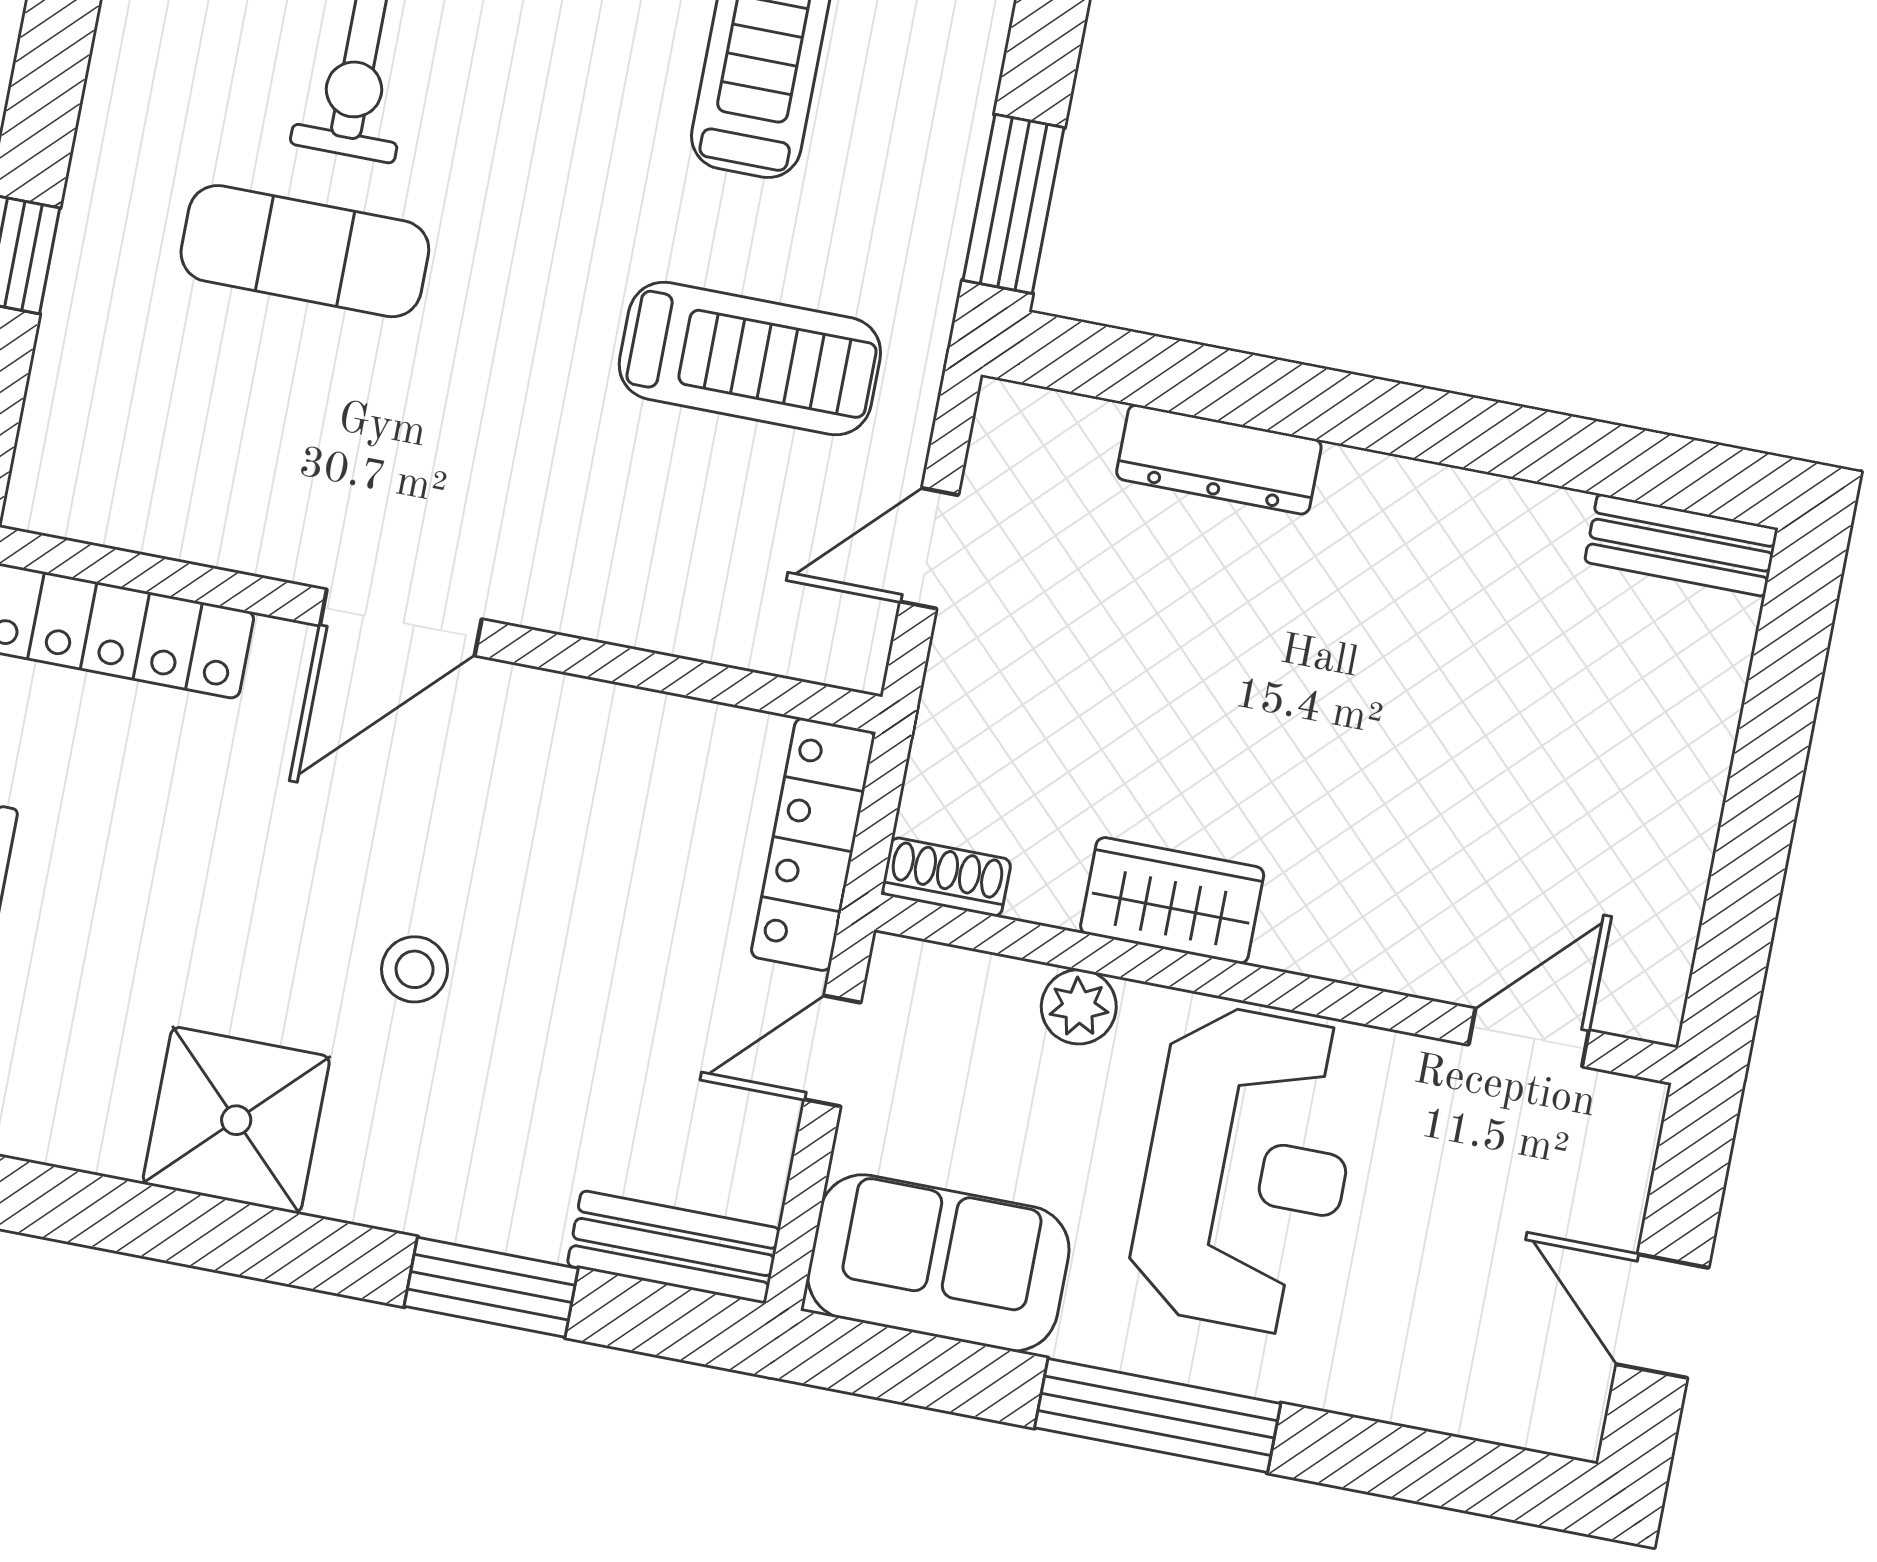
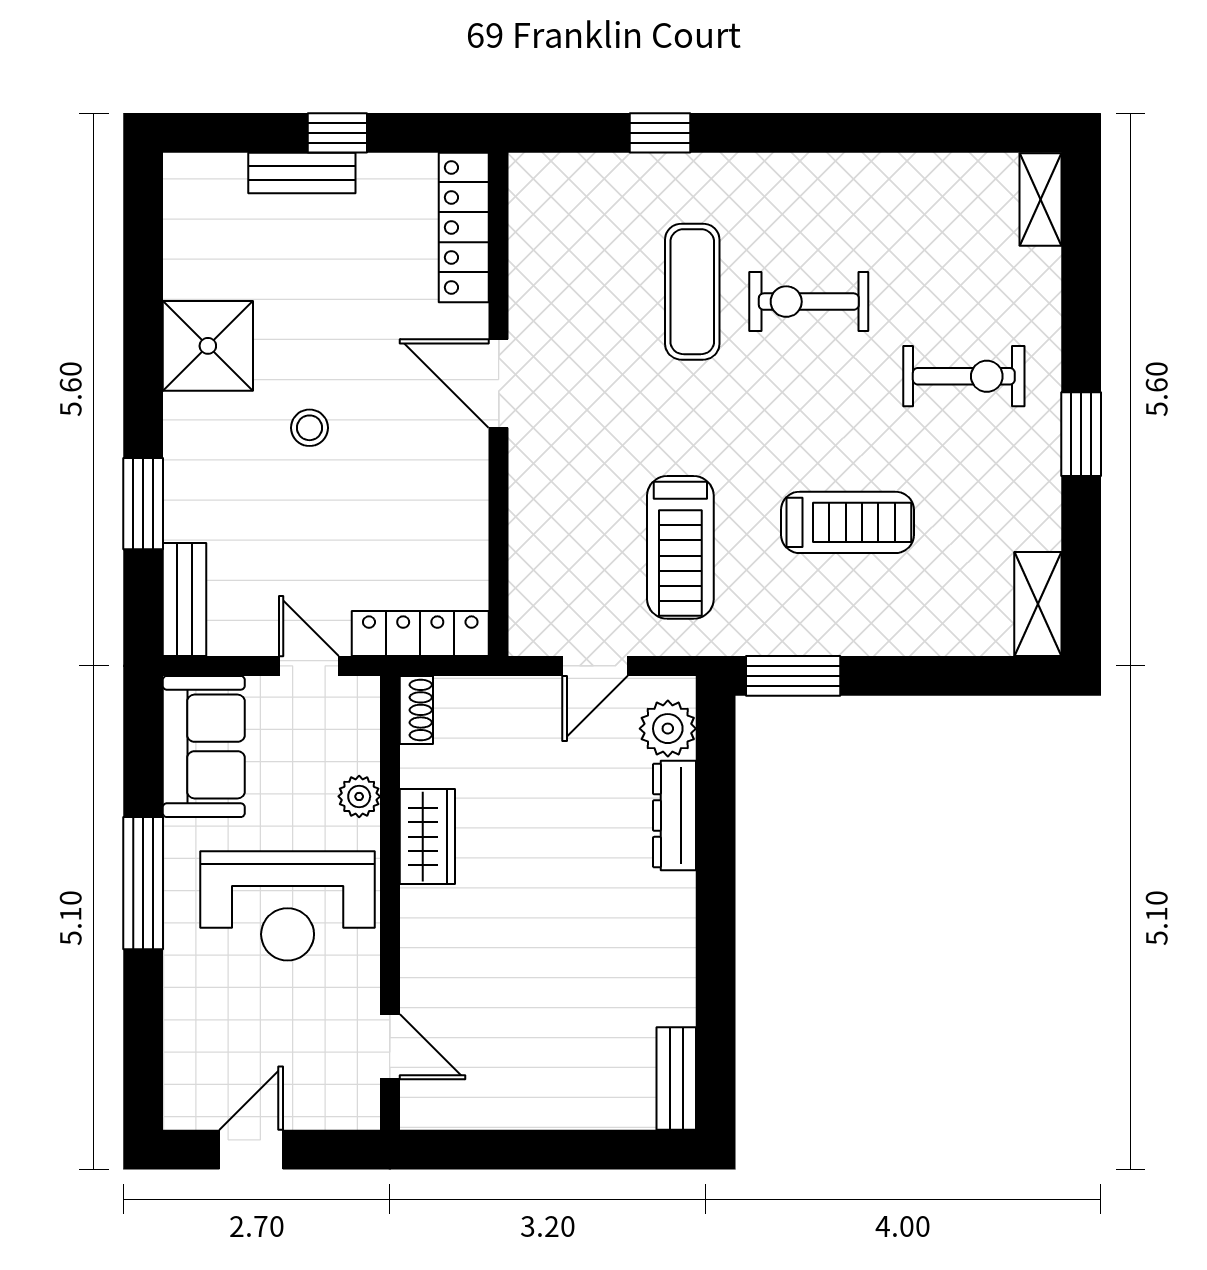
plant: (1064, 442) -> (668, 729), added
door: (929, 548) -> (595, 666), swing flipped

